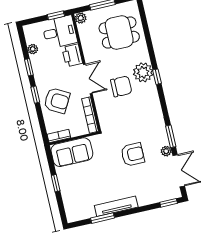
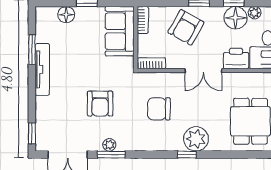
floor lamp: (40, 63) -> (236, 18), added
chair: (121, 86) -> (159, 109), moved, turned 90
bookcase: (90, 115) -> (151, 63), width x0.64
plant: (166, 151) -> (109, 145), moved
floor lamp: (69, 197) -> (66, 15), added

